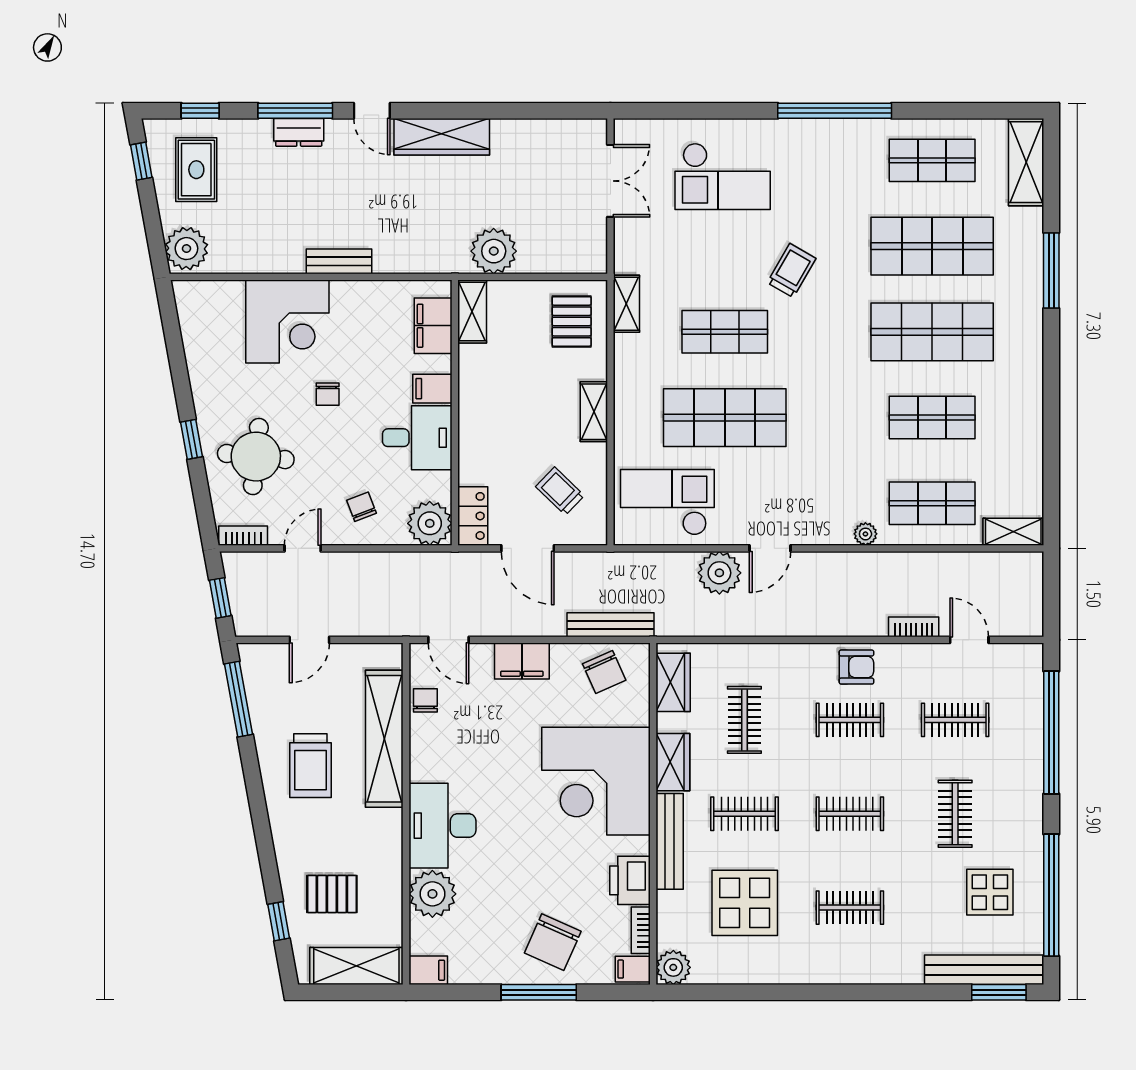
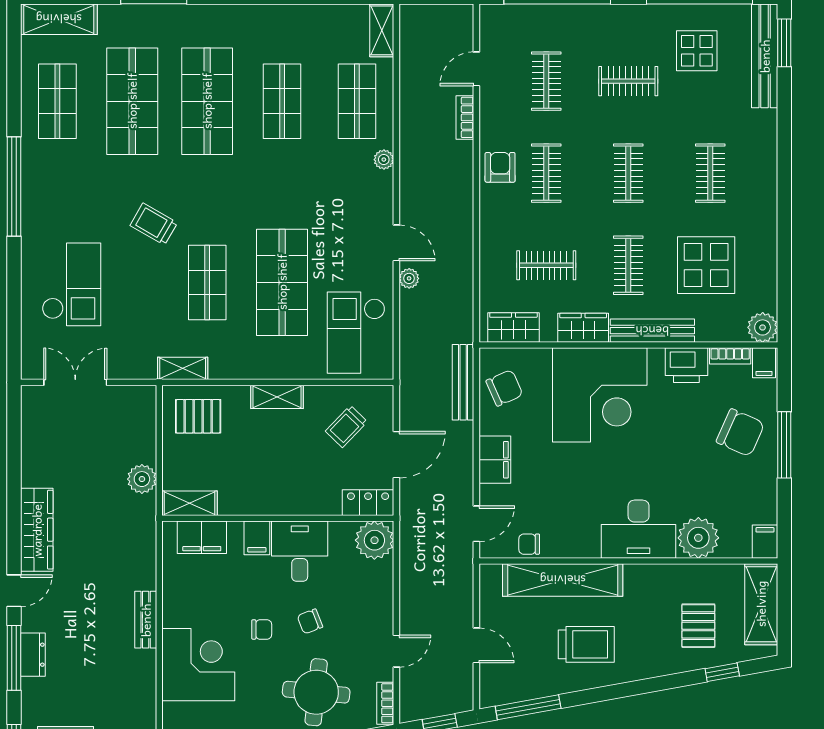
plant: (494, 251) -> (142, 479), width x0.73, depth x0.73
chair: (362, 507) -> (310, 621), moved
door: (303, 548) -> (396, 651), swing flipped
plant: (719, 573) -> (409, 278), width x0.53, depth x0.53

